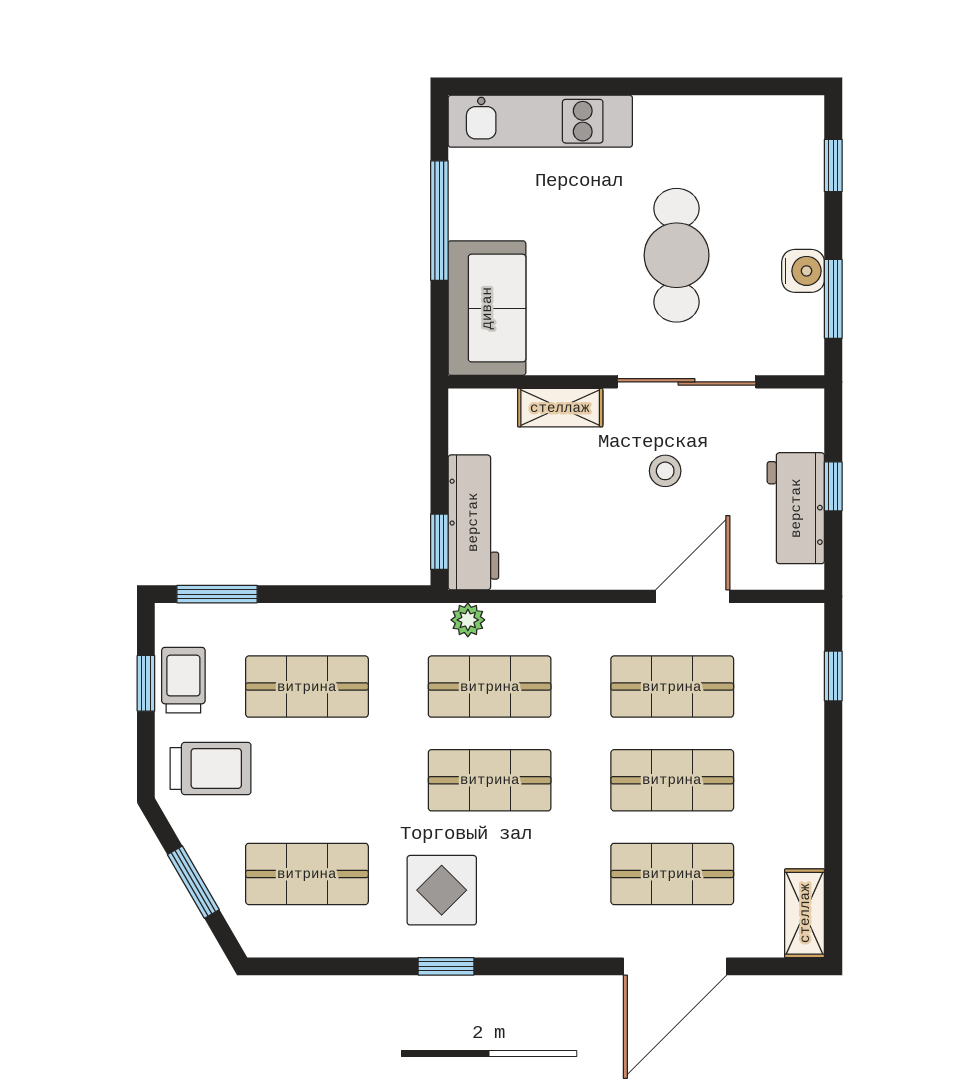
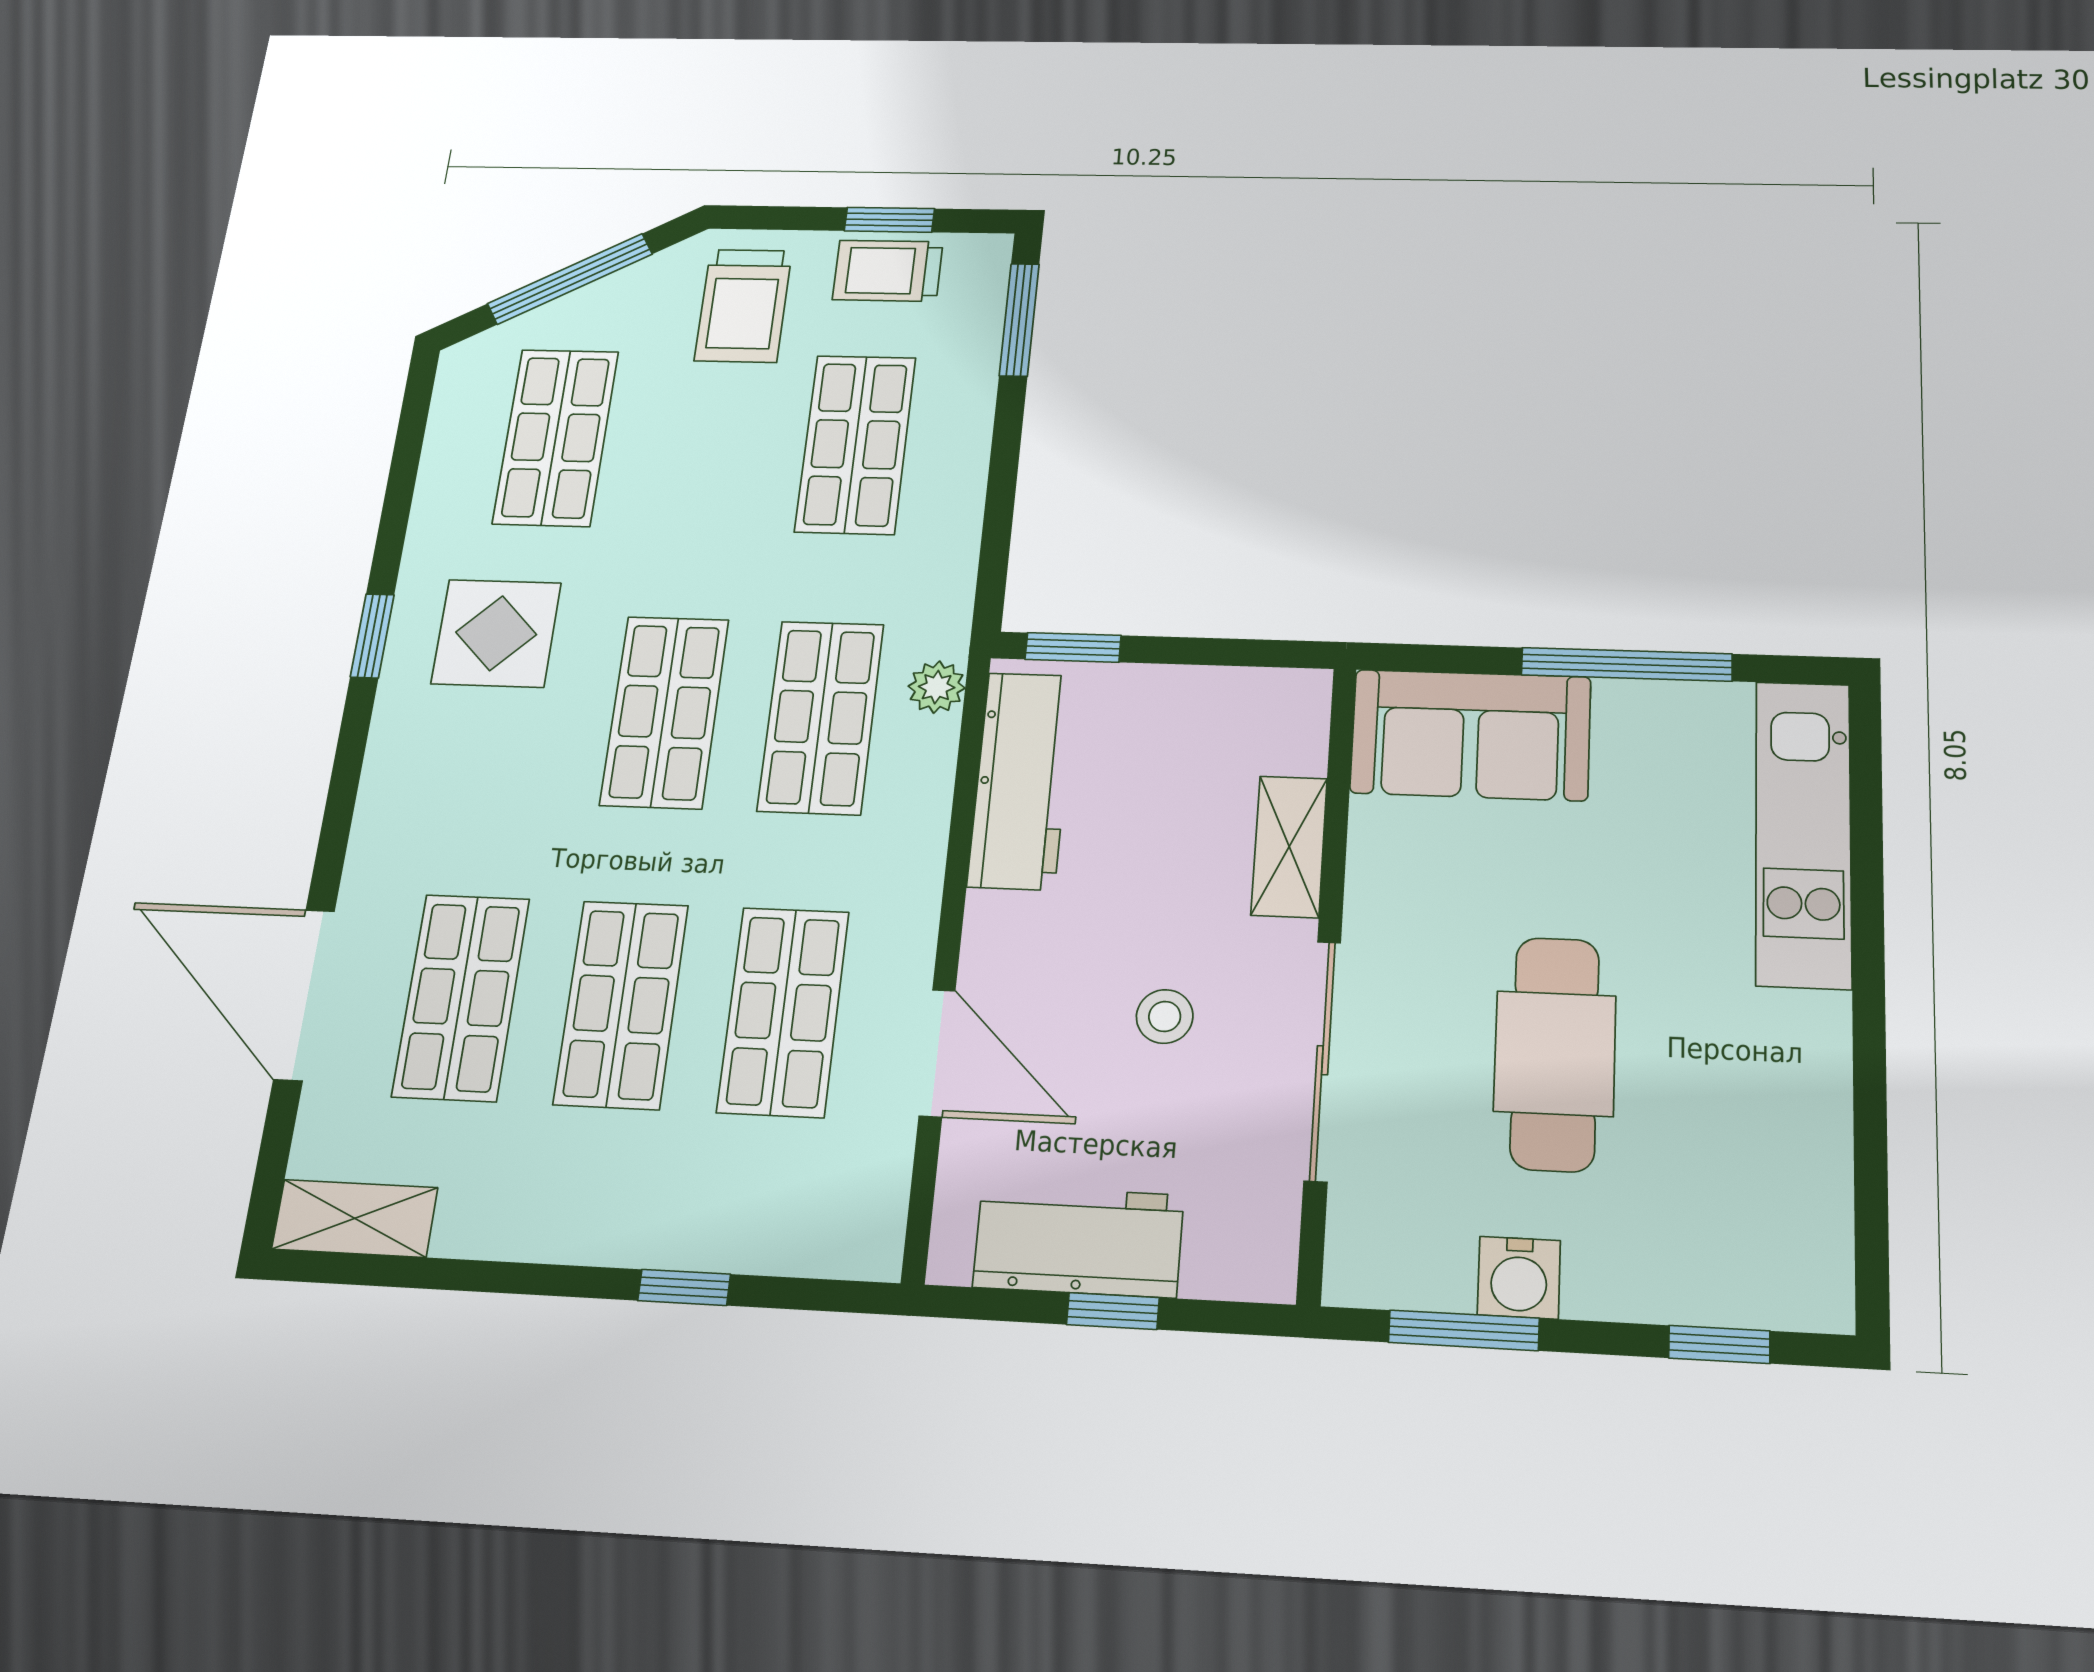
cafe table: (677, 255) -> (1555, 1053), turned 90
workbench: (473, 522) -> (1021, 780), moved, turned -90
window: (833, 676) -> (684, 1287), moved
trolley: (183, 680) -> (888, 271), turned 180
window: (193, 882) -> (570, 279), width x1.44

